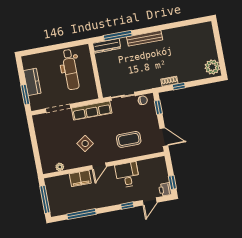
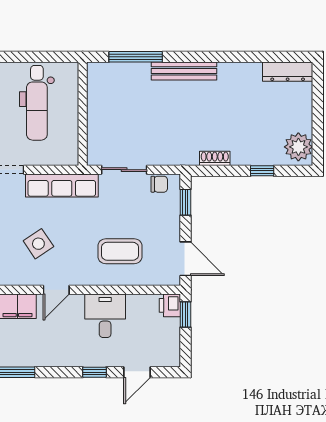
dresser: (107, 46) -> (288, 72), moved
window: (179, 86) -> (262, 171), moved
window: (172, 182) -> (185, 315), moved
printer: (165, 189) -> (170, 305), moved

